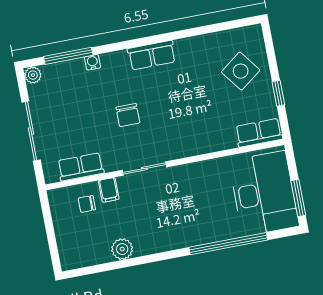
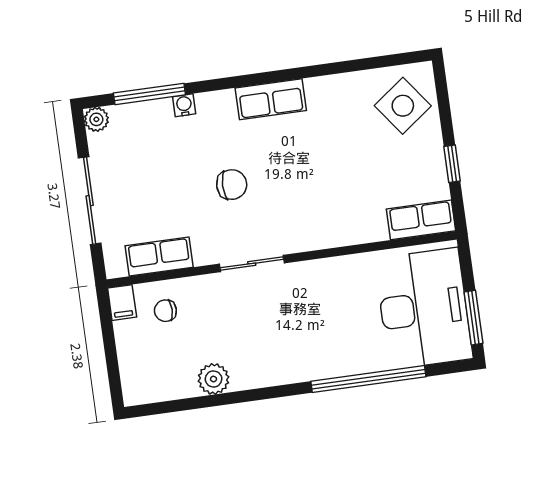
side table: (241, 71) -> (403, 106), moved
chair: (128, 115) -> (232, 185), turned -90
filing cabinet: (109, 190) -> (122, 303), moved

